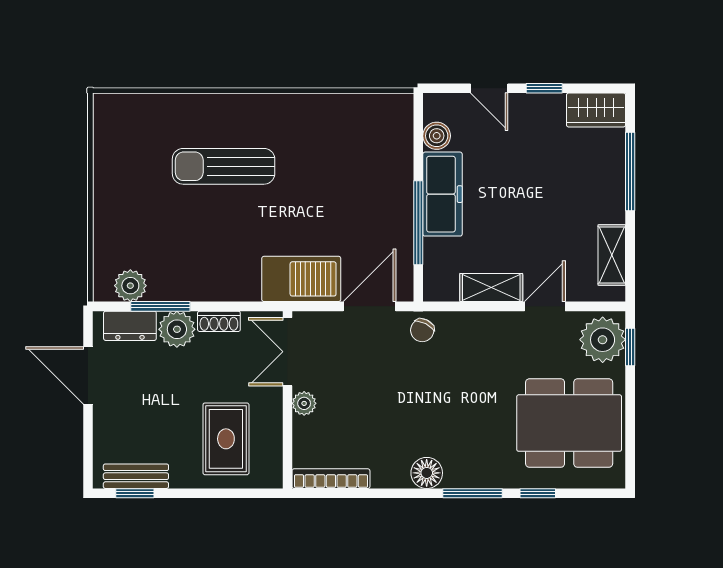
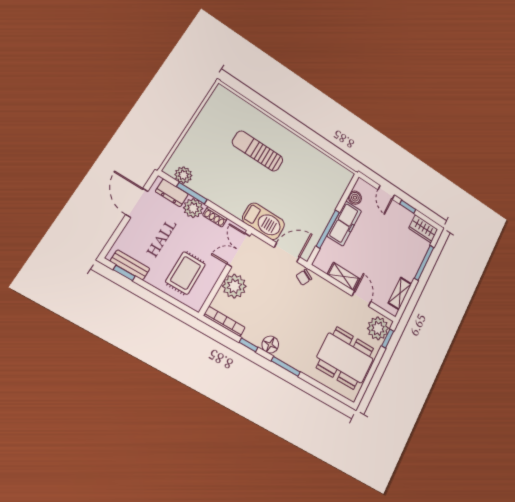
door: (545, 306) -> (362, 299), hinge flipped
plant: (304, 403) -> (234, 286), width x1.88, depth x1.88
window: (538, 493) -> (249, 345), moved

